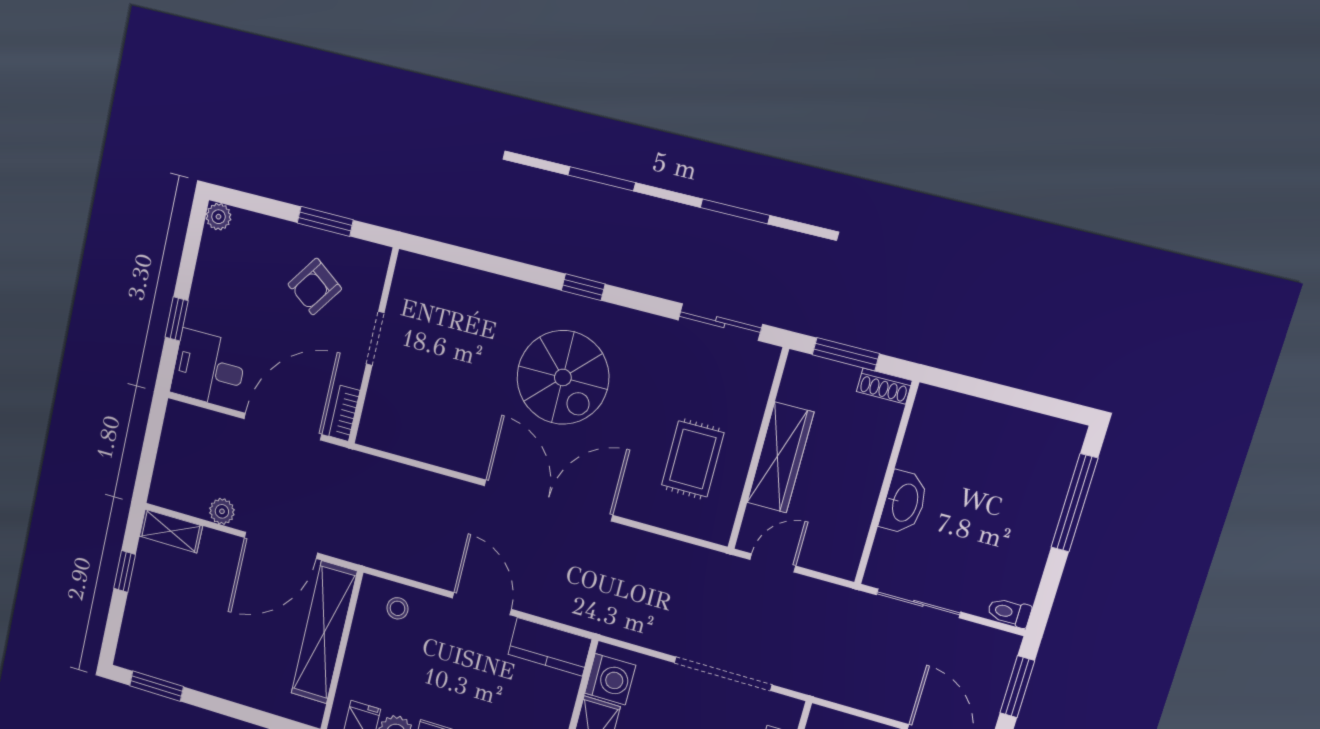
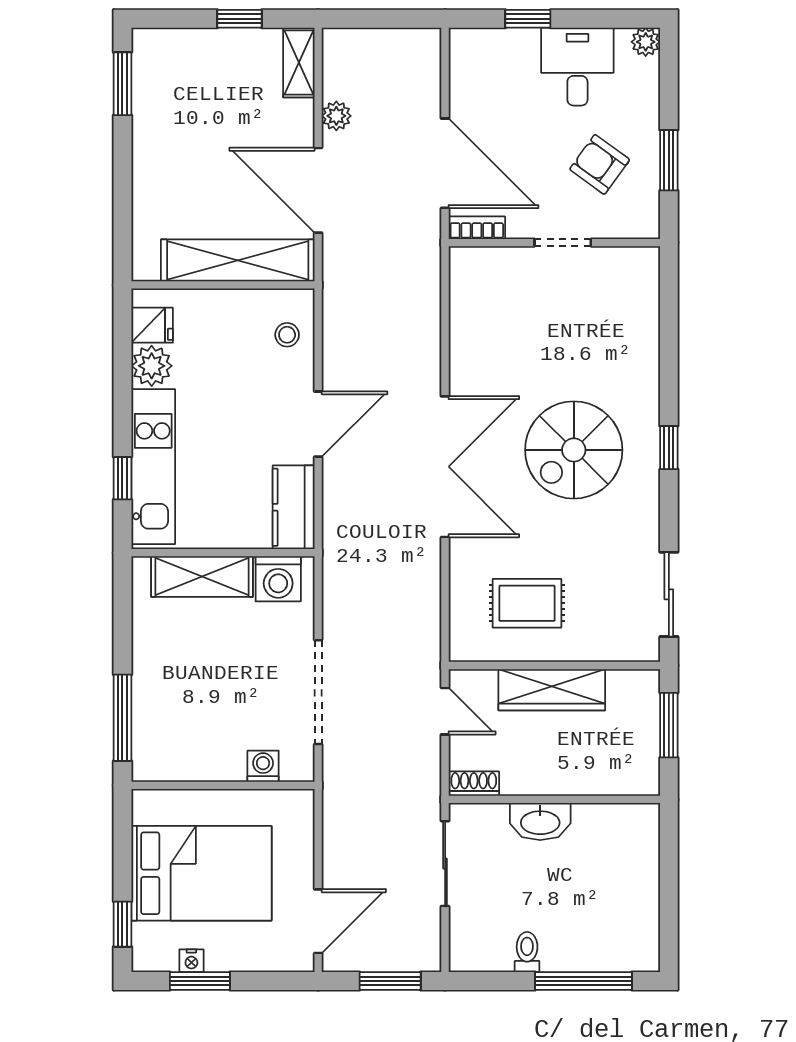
desk: (209, 369) -> (577, 67), moved
shoe rack: (884, 386) -> (474, 784), moved, turned 90
toilet: (1009, 612) -> (527, 952), moved

